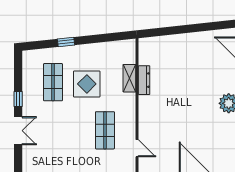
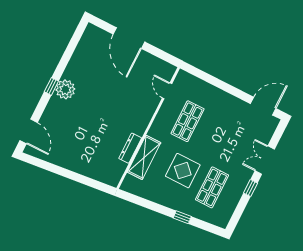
shelving: (129, 78) -> (144, 157), width x1.50, depth x1.33

